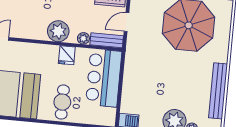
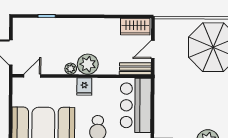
plant: (83, 38) -> (71, 69), moved
fridge: (67, 55) -> (84, 87), moved

